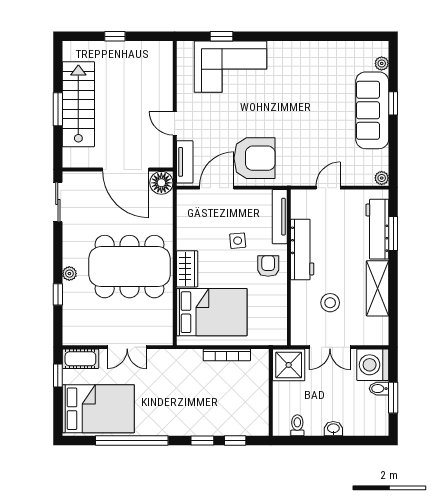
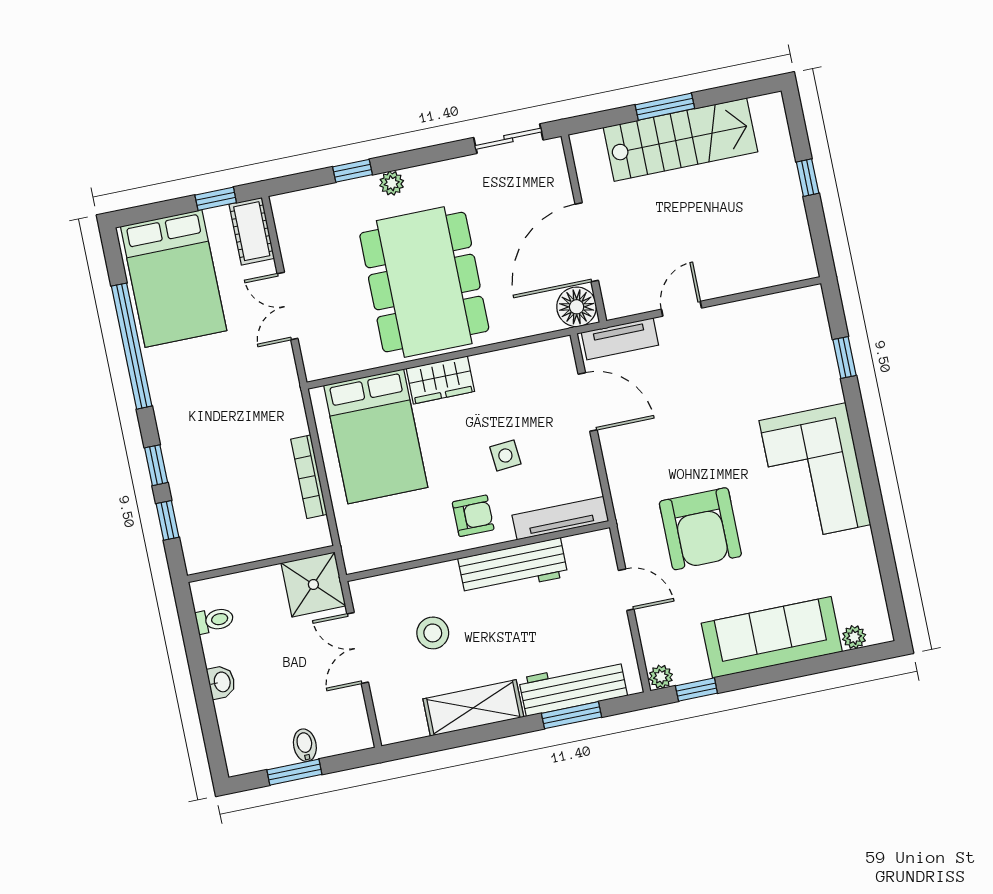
corner sofa: (230, 67) -> (815, 473), moved
window: (393, 103) -> (696, 690), moved
armchair: (255, 158) -> (700, 529), moved
washing machine: (373, 365) -> (343, 726), removed

